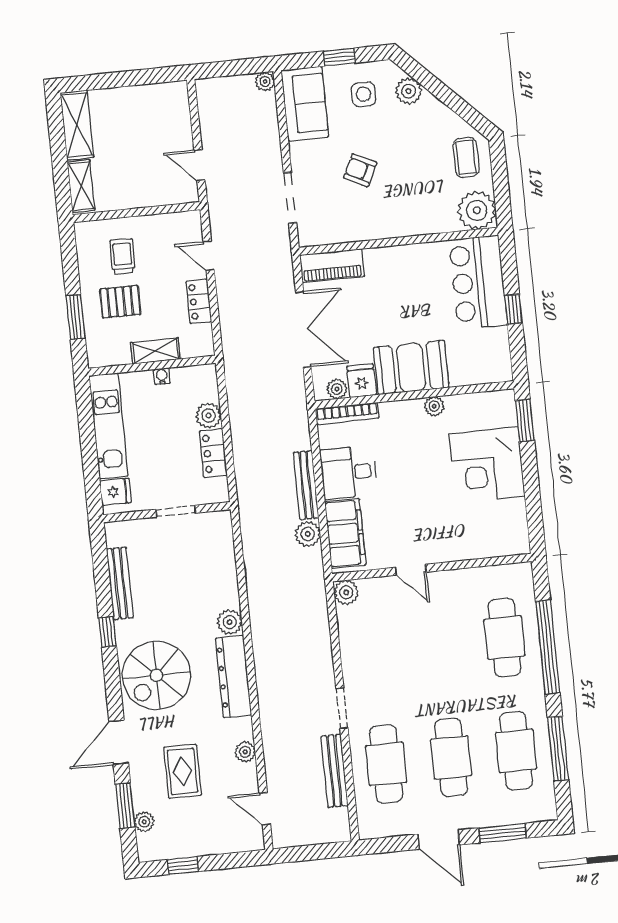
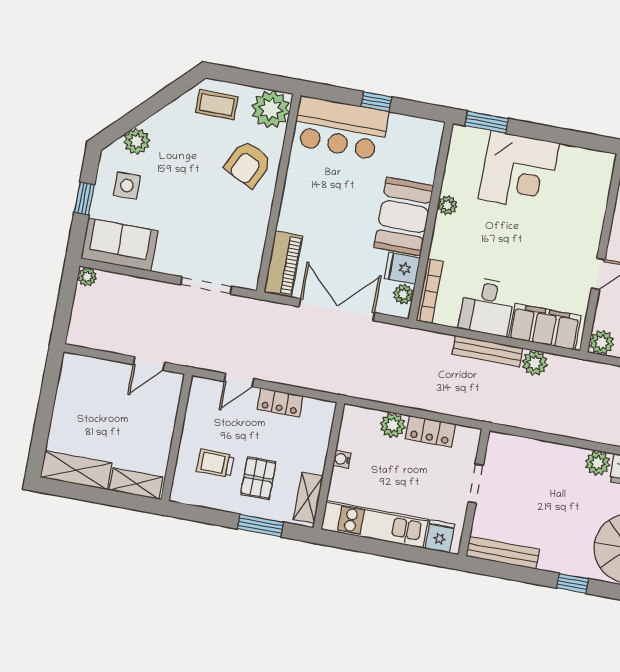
armchair: (360, 170) -> (248, 164), moved, width x1.38, depth x1.38
shelving: (155, 351) -> (308, 498), moved
bench: (120, 583) -> (503, 553), moved

